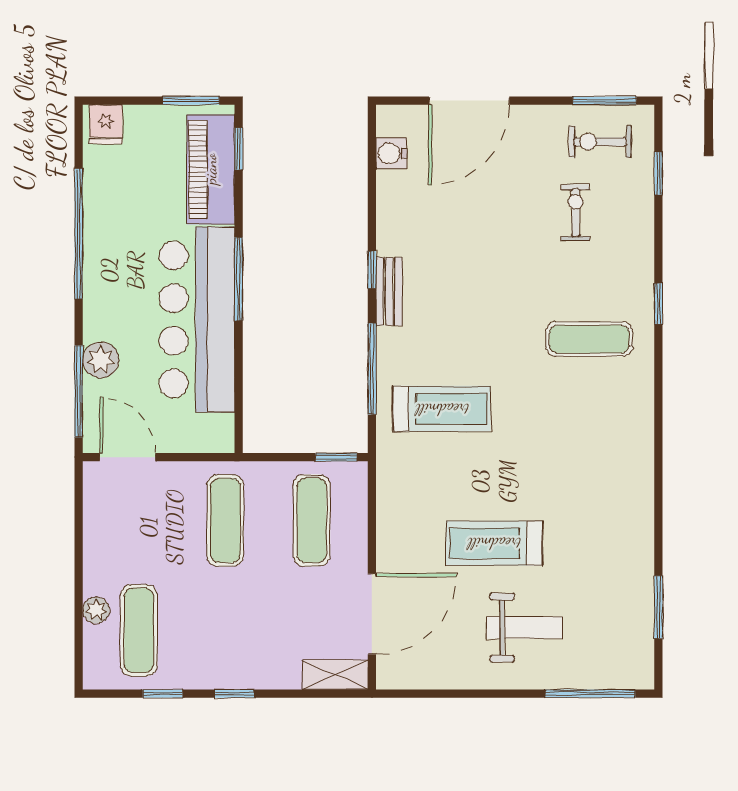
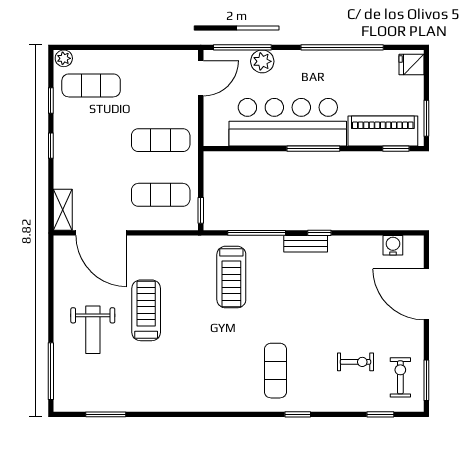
plant: (96, 610) -> (64, 58), moved

